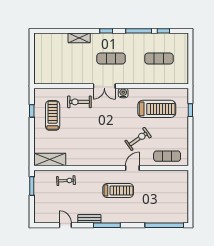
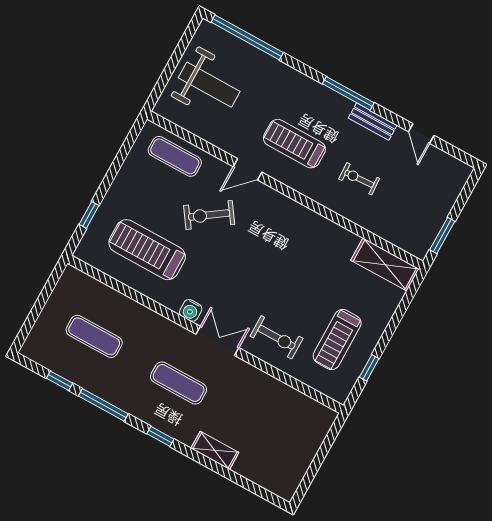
exercise bike: (66, 181) -> (359, 179), moved
weight bench: (169, 196) -> (209, 85), added

